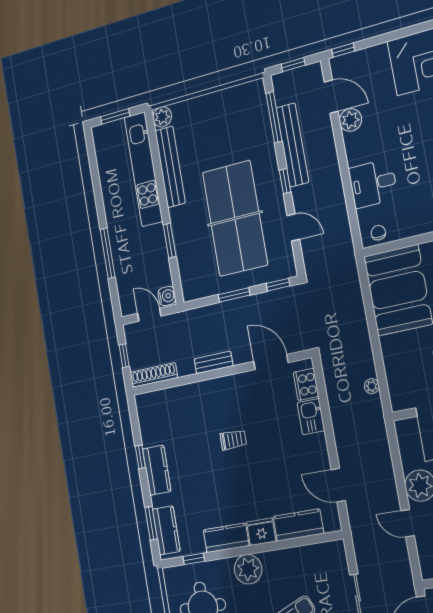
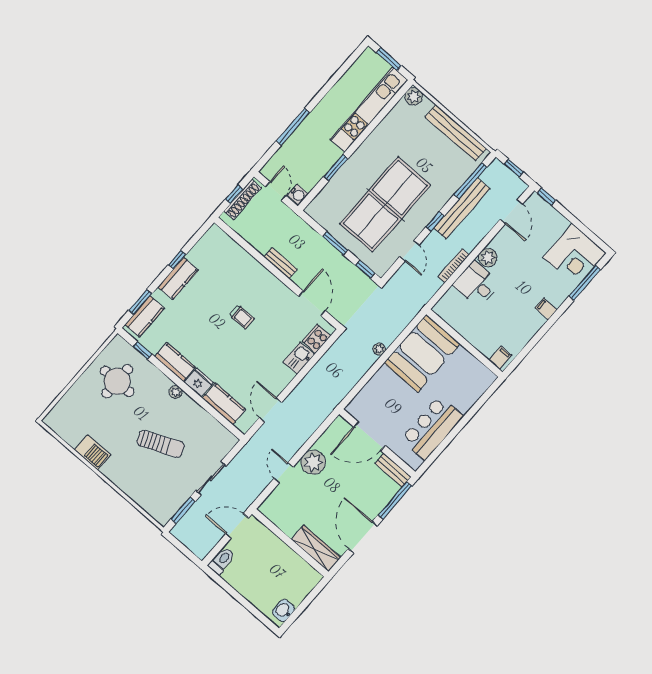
plant: (350, 120) -> (488, 258), moved
bench: (170, 167) -> (456, 133), moved, turned 90
bookcase: (339, 194) -> (454, 266), added
chair: (378, 233) -> (448, 312), removed
shoe rack: (154, 375) -> (243, 200), moved, turned 90
plant: (372, 386) -> (379, 349), moved
plant: (248, 569) -> (176, 392), width x0.53, depth x0.53

